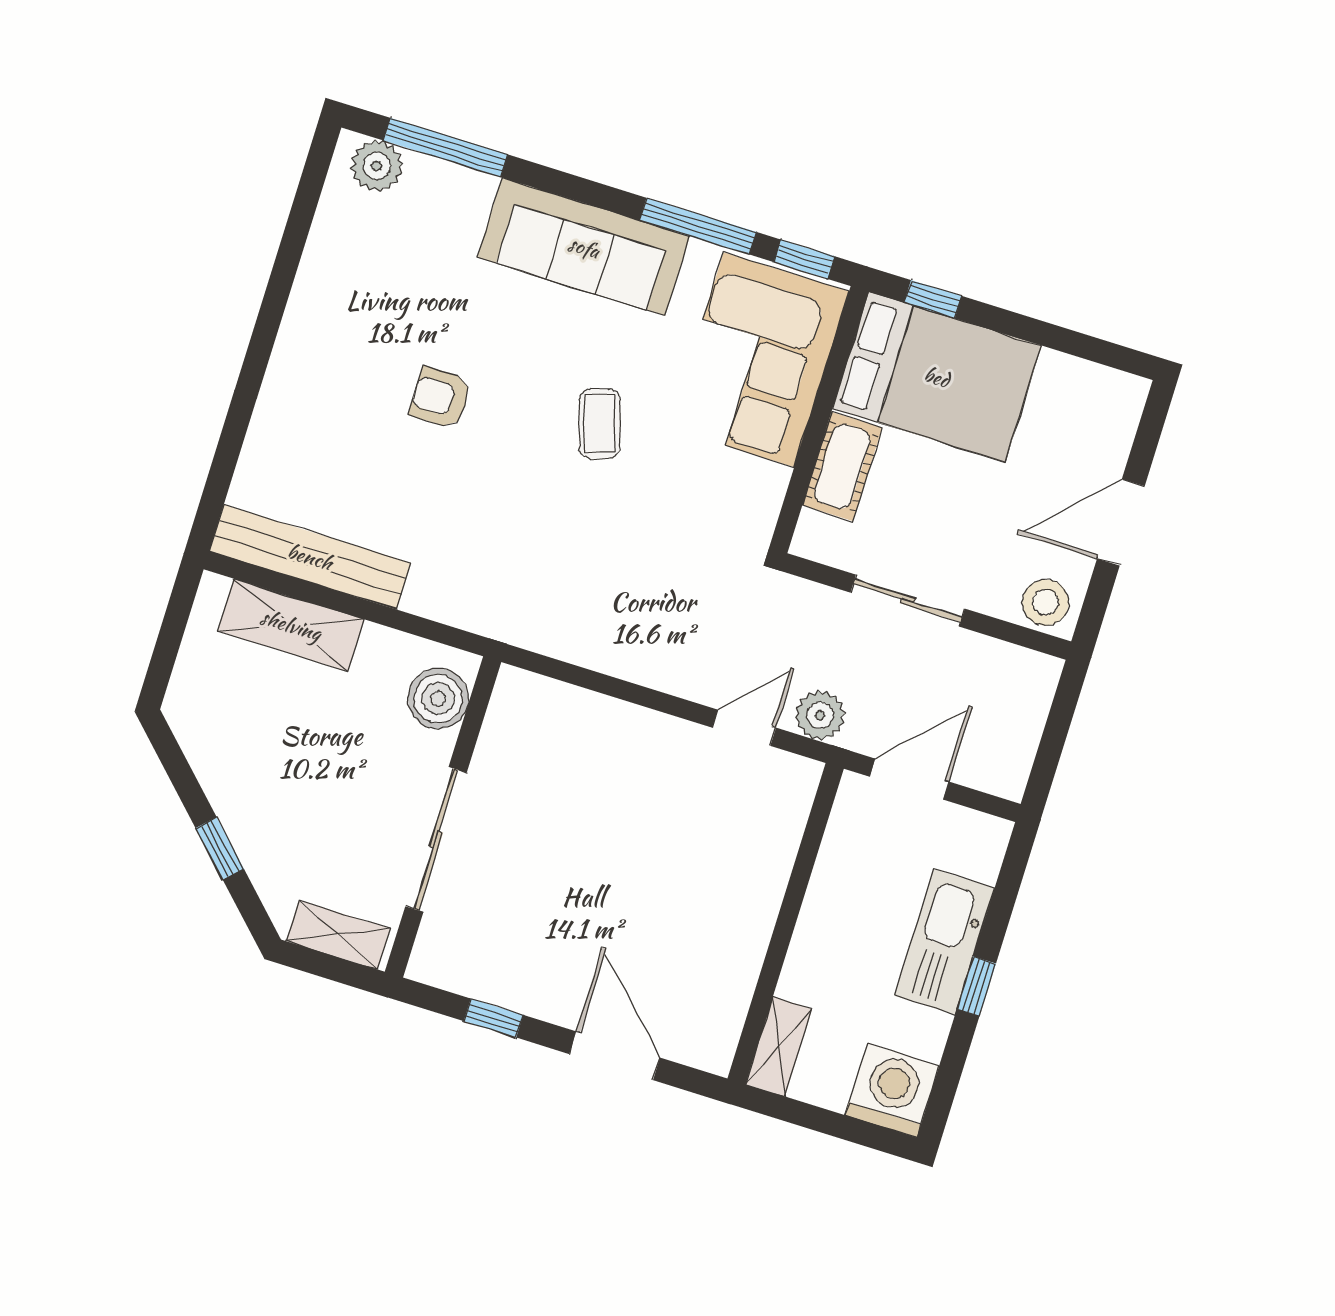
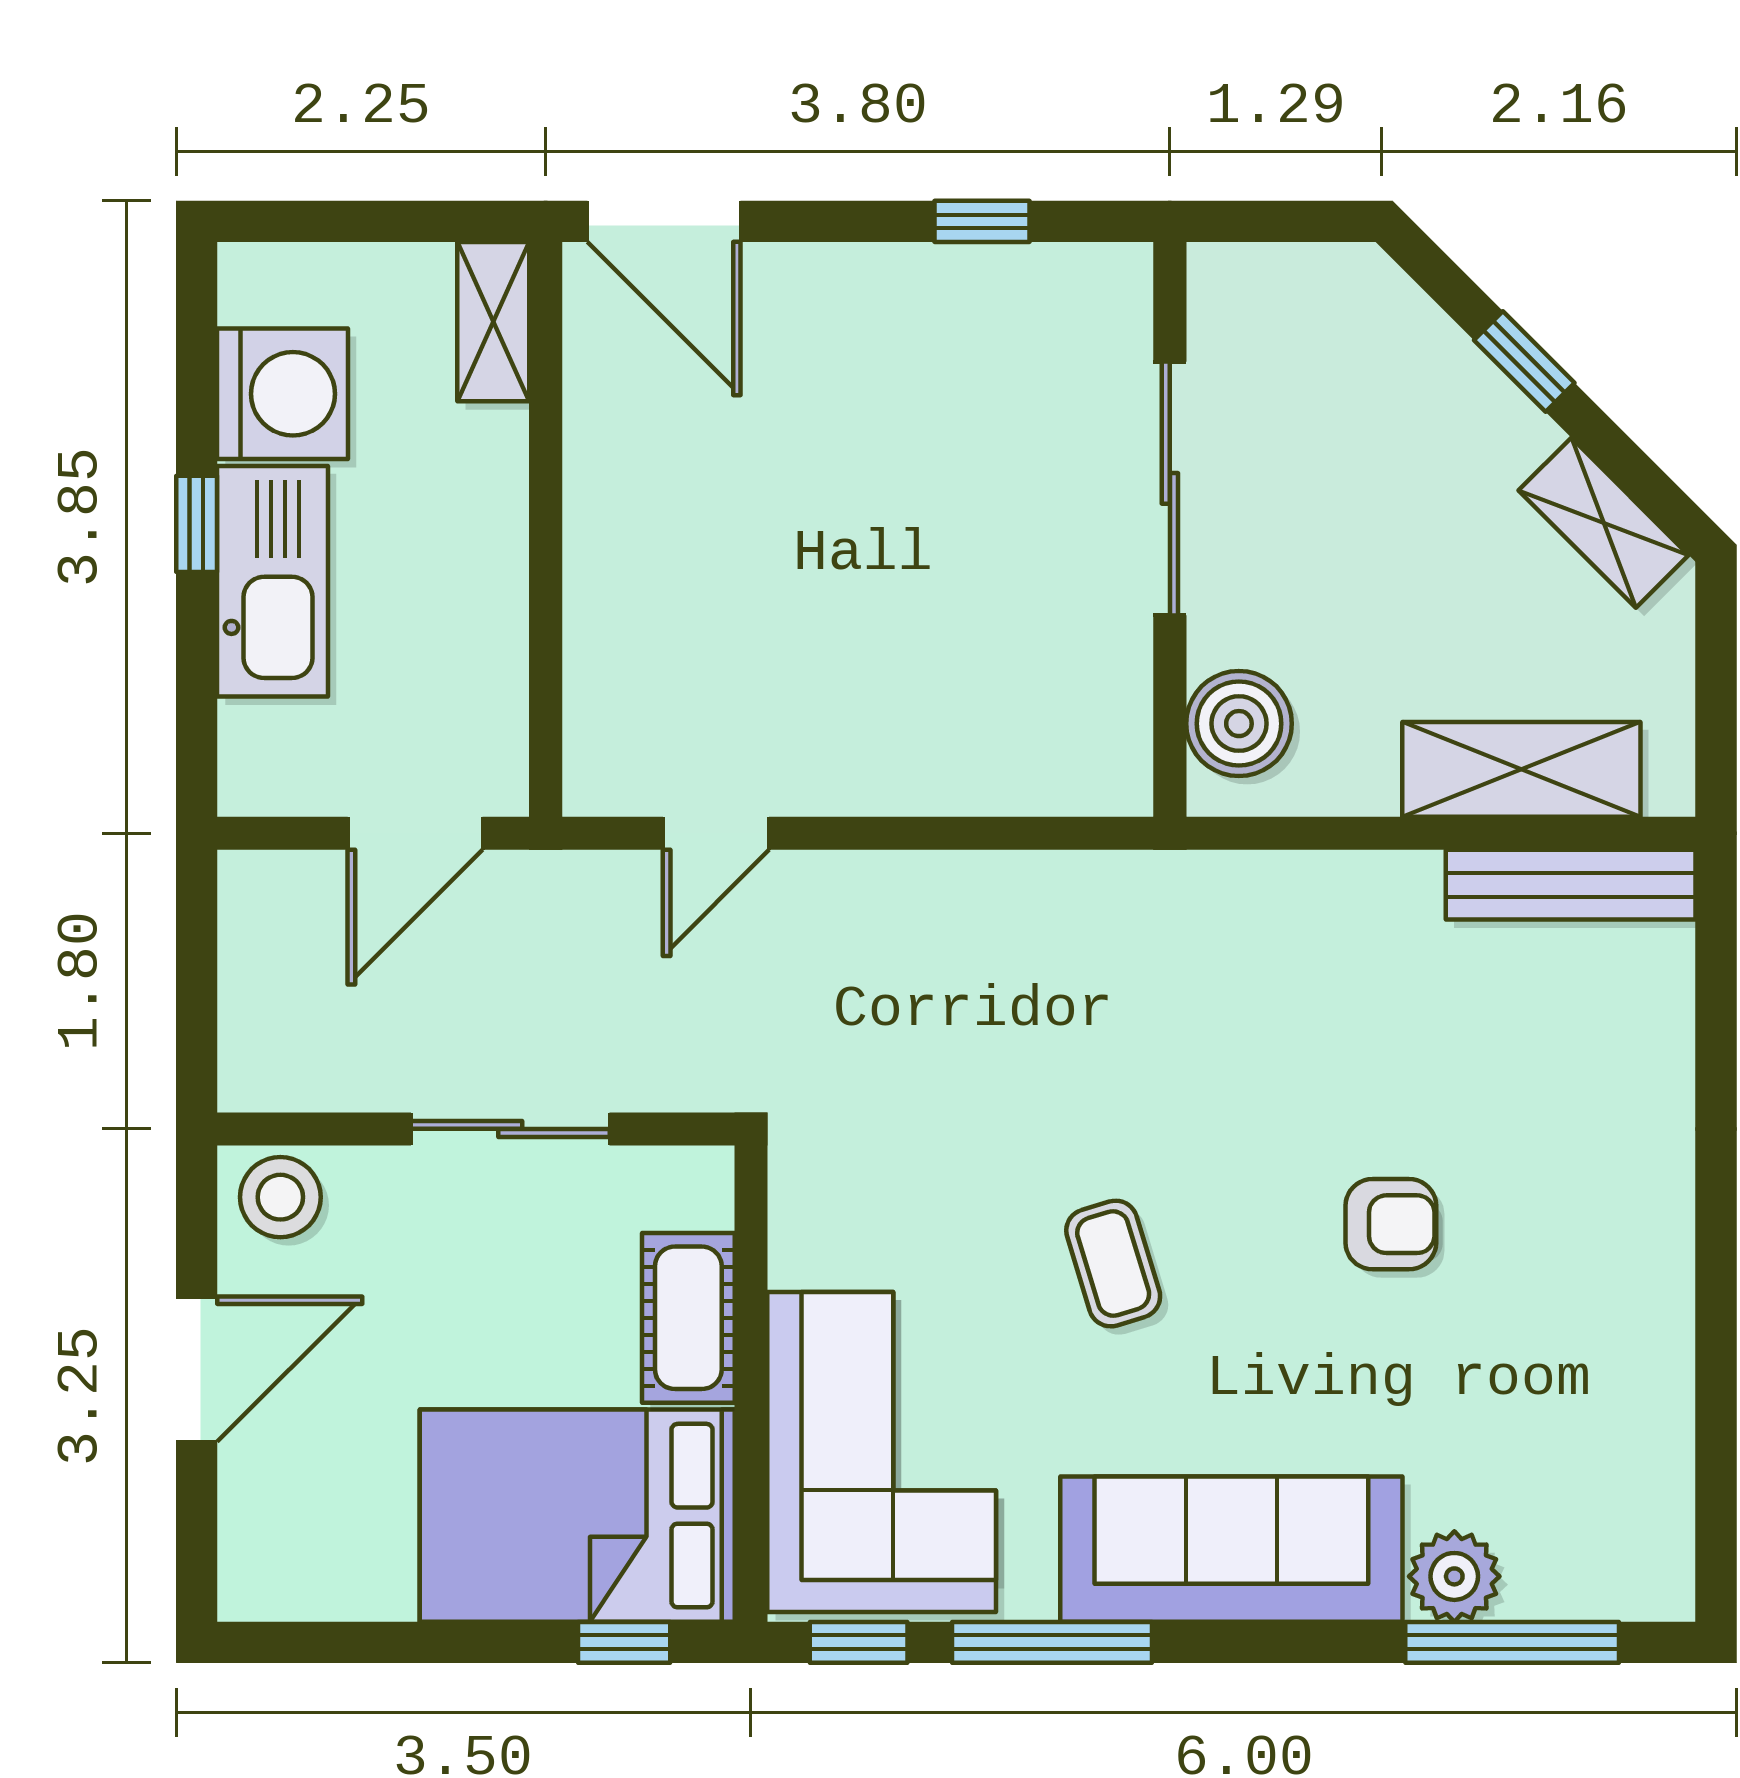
plant: (377, 166) -> (1454, 1576), moved
bench: (310, 557) -> (1571, 885), width x0.73, depth x0.82
plant: (820, 715) -> (596, 893), removed
shelving: (338, 935) -> (1604, 523), moved, turned 45
door: (615, 1056) -> (664, 221), moved
washing machine: (892, 1091) -> (282, 394), moved, turned -90

